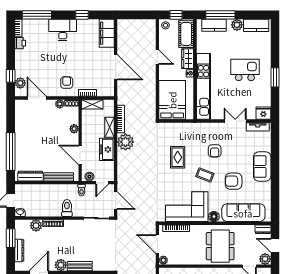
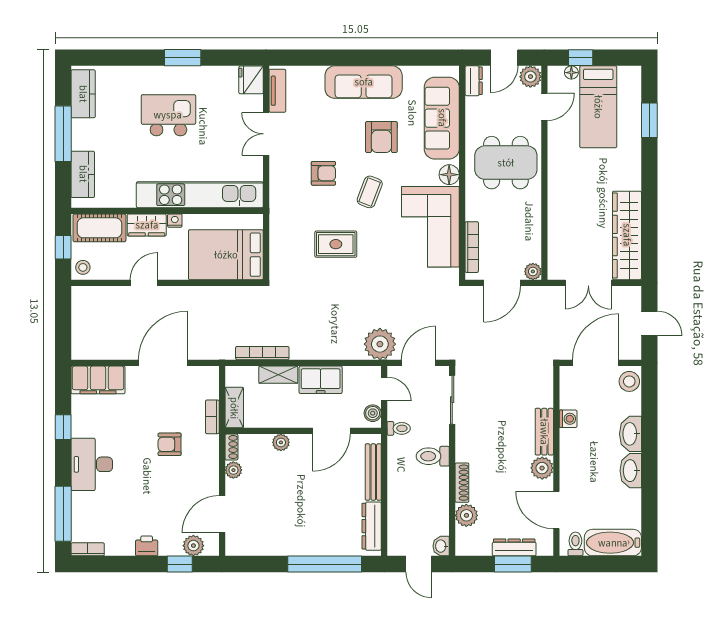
window: (220, 15) -> (63, 134), moved
plant: (237, 25) -> (82, 130), removed
printer: (20, 43) -> (147, 546), moved
kitchen island: (245, 70) -> (168, 115), turned 90
armchair: (67, 83) -> (170, 444), moved
plant: (125, 142) -> (380, 344), moved
sofa: (262, 166) -> (364, 82), width x1.36
window: (11, 238) -> (513, 564), moved

